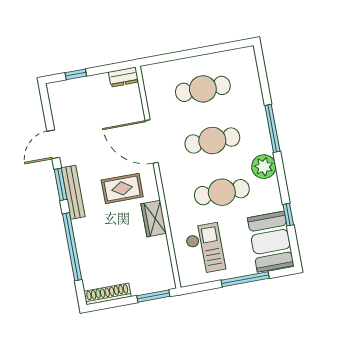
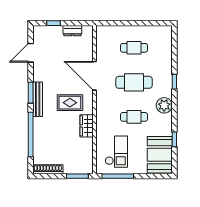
dresser: (123, 77) -> (72, 31), moved
cafe table: (203, 89) -> (134, 48), width x0.73, depth x0.74
window: (272, 128) -> (174, 82), width x0.46
door: (53, 144) -> (31, 53), moved
cafe table: (222, 192) -> (134, 117), width x0.73, depth x0.74
window: (245, 279) -> (118, 176), moved

